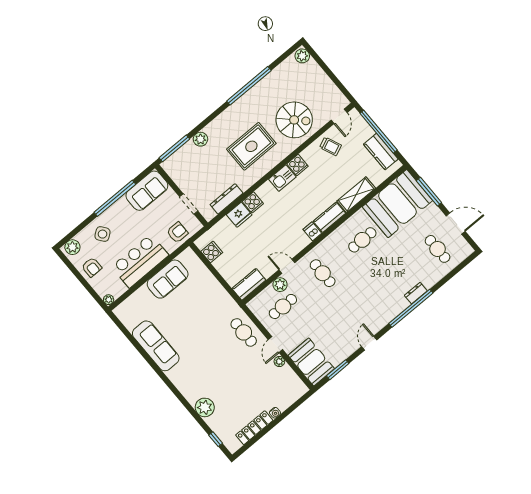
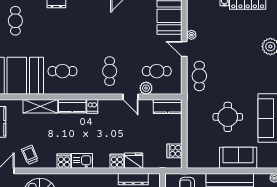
sofa: (168, 279) -> (238, 158), moved
round table: (191, 318) -> (228, 117), added
door: (275, 345) -> (184, 49), swing flipped

